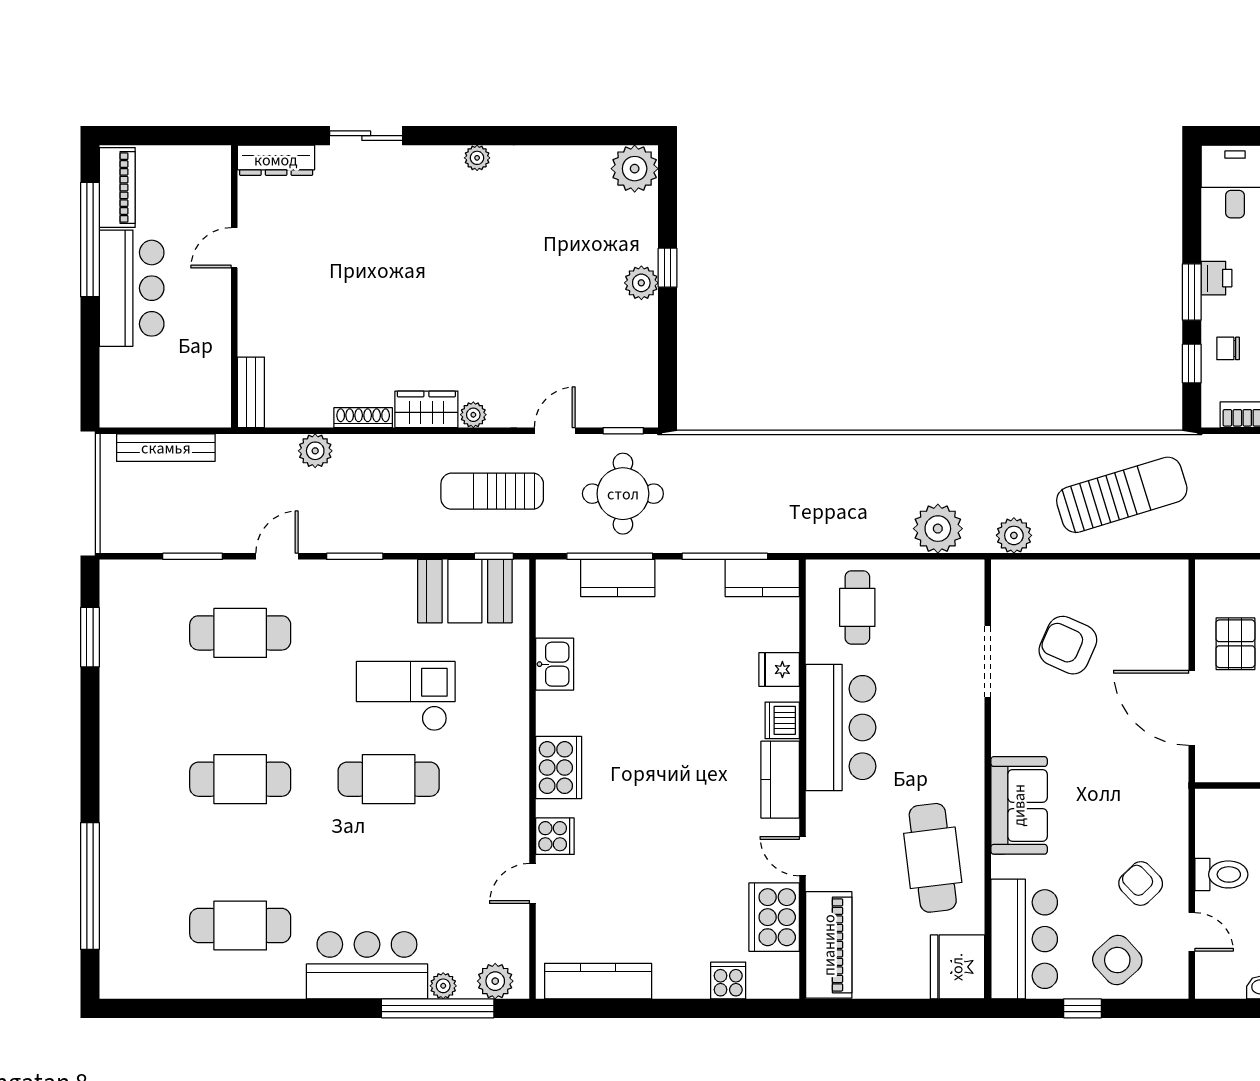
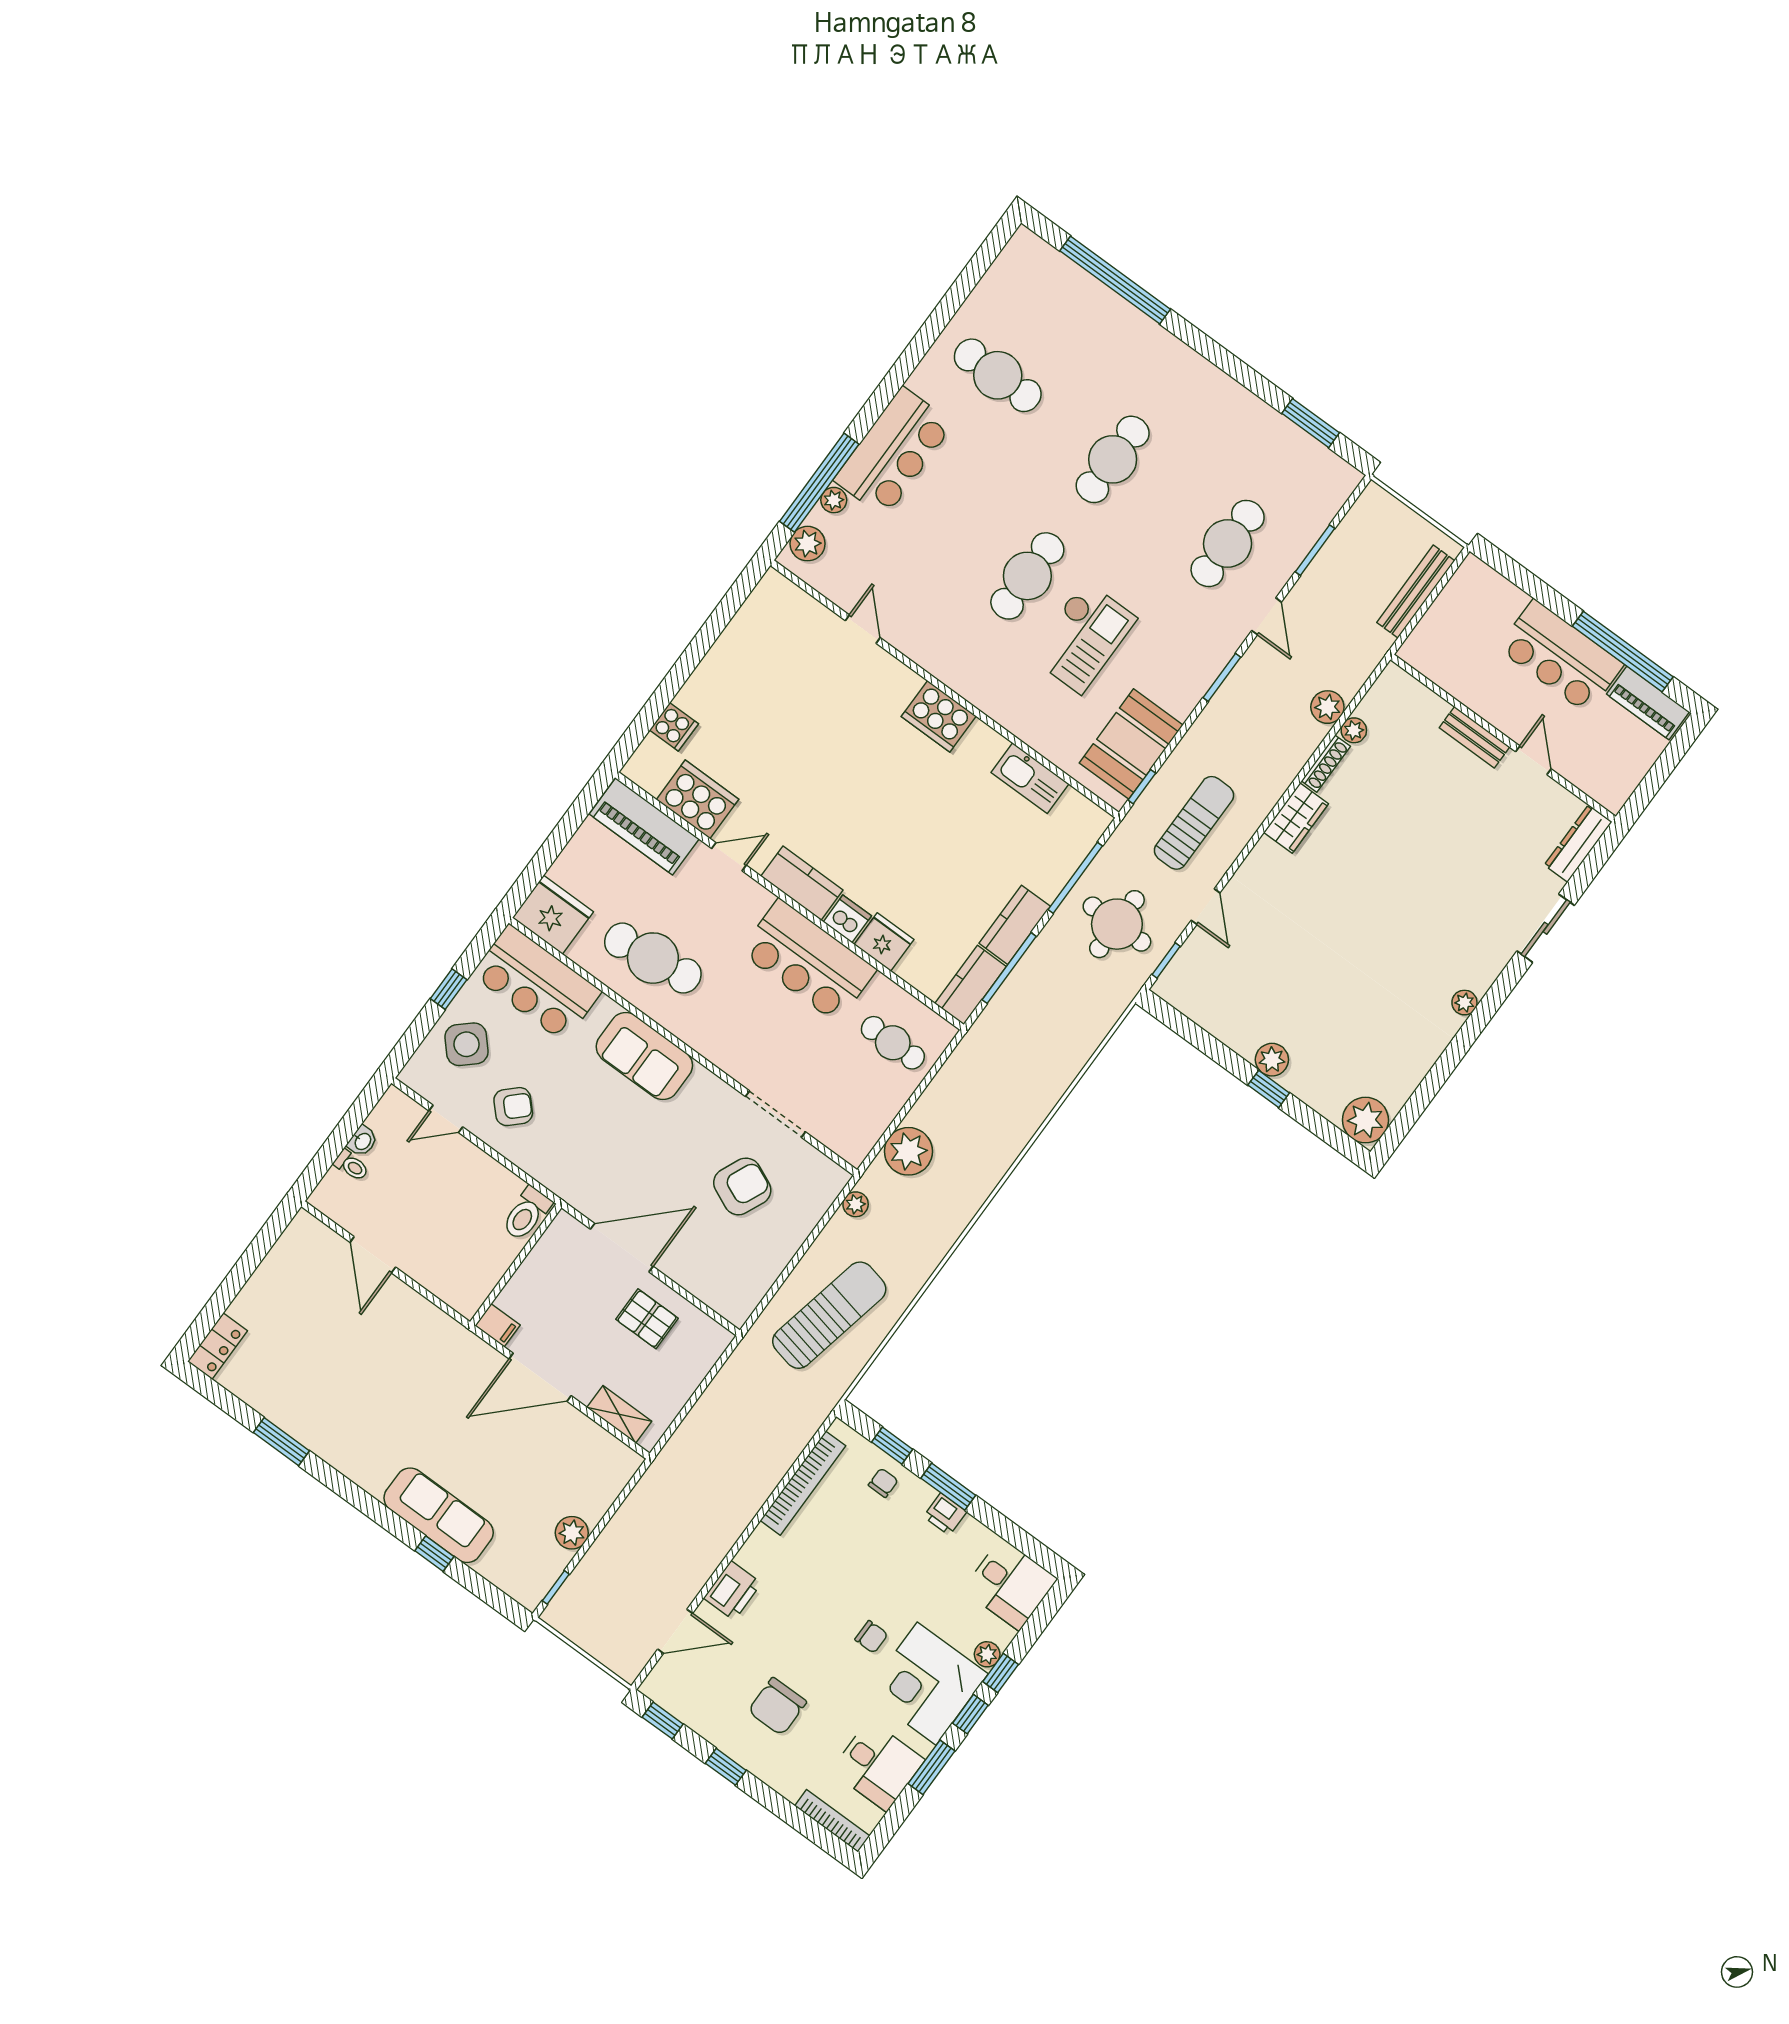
bench: (251, 392) -> (1474, 737), moved
plant: (473, 415) -> (1354, 730), moved
sun lounger: (1122, 495) -> (829, 1315), turned -151
plant: (1014, 535) -> (856, 1204), width x0.73, depth x0.73
kitchen counter: (618, 578) -> (1015, 925), moved
kitchen sink: (555, 664) -> (1030, 778), width x1.38
fridge: (779, 669) -> (884, 942), width x1.38
cooker: (555, 836) -> (887, 674), removed
toilet: (1221, 874) -> (527, 1214), moved
cafe table: (240, 926) -> (998, 375), turned 90
kitchen counter: (598, 981) -> (748, 624), removed

